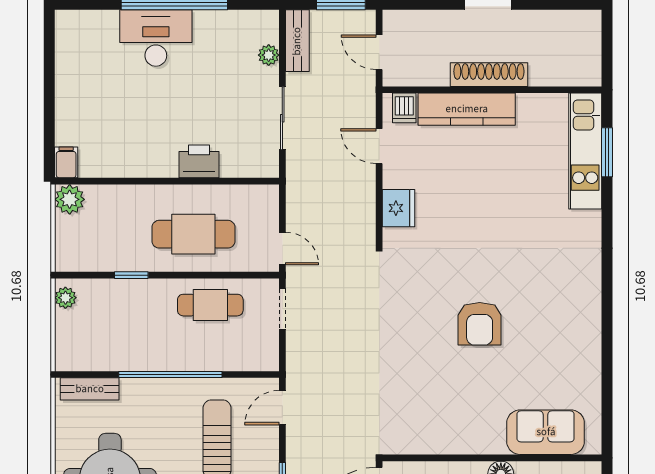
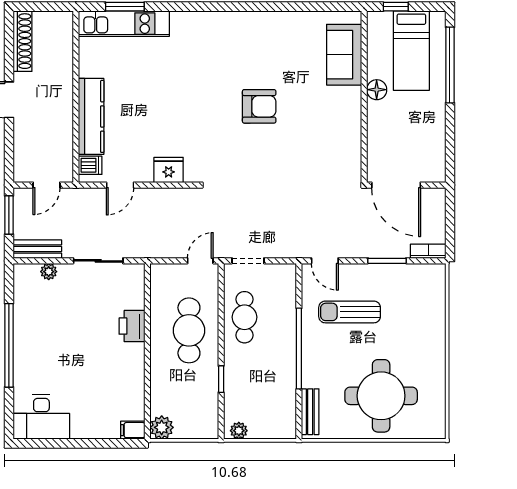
desk: (156, 38) -> (41, 417), moved, turned -90
shoe rack: (489, 75) -> (23, 41), moved, turned 180

